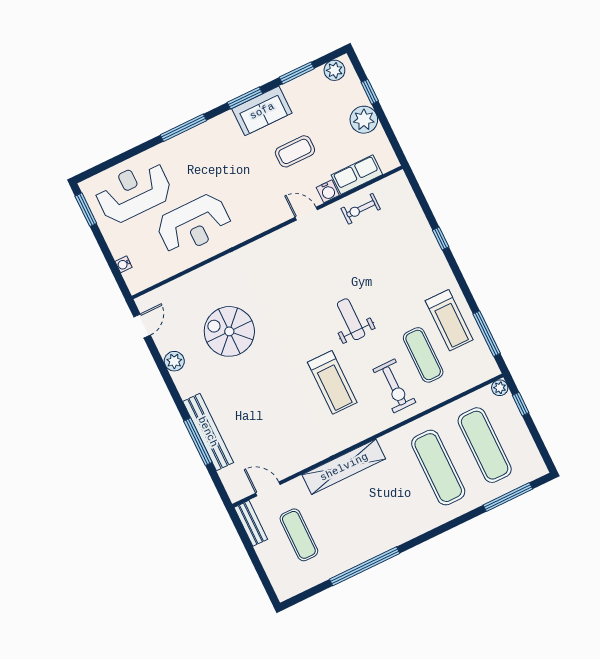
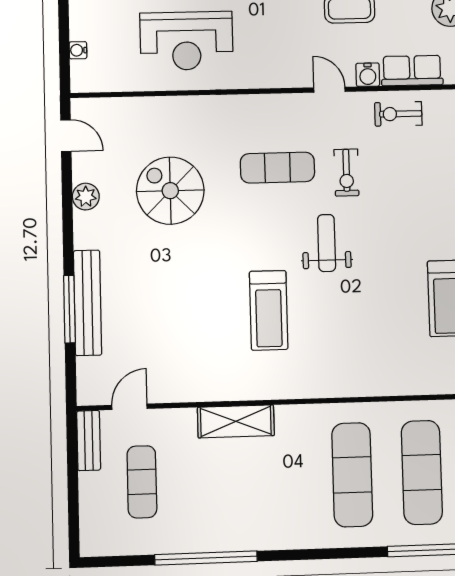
door: (142, 326) -> (66, 136), hinge flipped
exercise mat: (423, 355) -> (277, 168), moved, turned 90
exercise bike: (394, 386) -> (346, 173), moved, width x0.73, depth x0.72
shelving: (344, 467) -> (236, 421), width x0.68
door: (268, 489) -> (129, 407), hinge flipped

